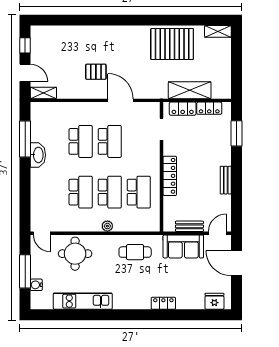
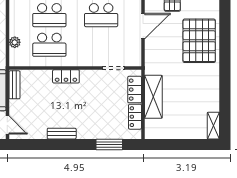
pallet: (172, 44) -> (199, 41), moved
locker: (170, 176) -> (66, 76), width x0.66
plant: (107, 226) -> (15, 42), moved
bench: (189, 226) -> (14, 85), moved

